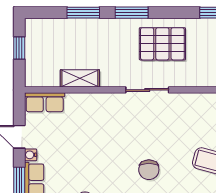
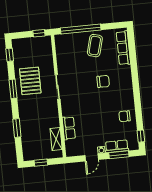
window: (132, 13) -> (13, 89), moved
shelving: (80, 78) -> (56, 139), moved
row of seats: (45, 102) -> (69, 128), moved

